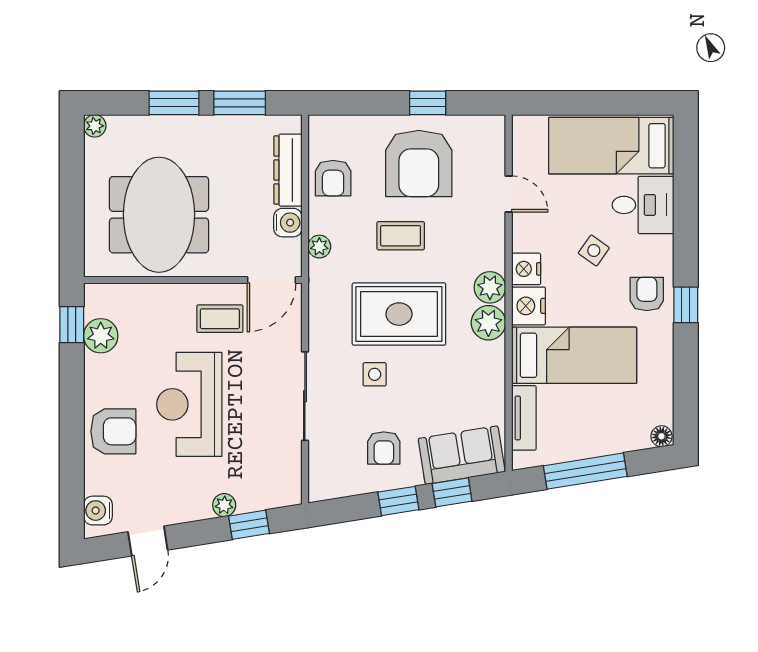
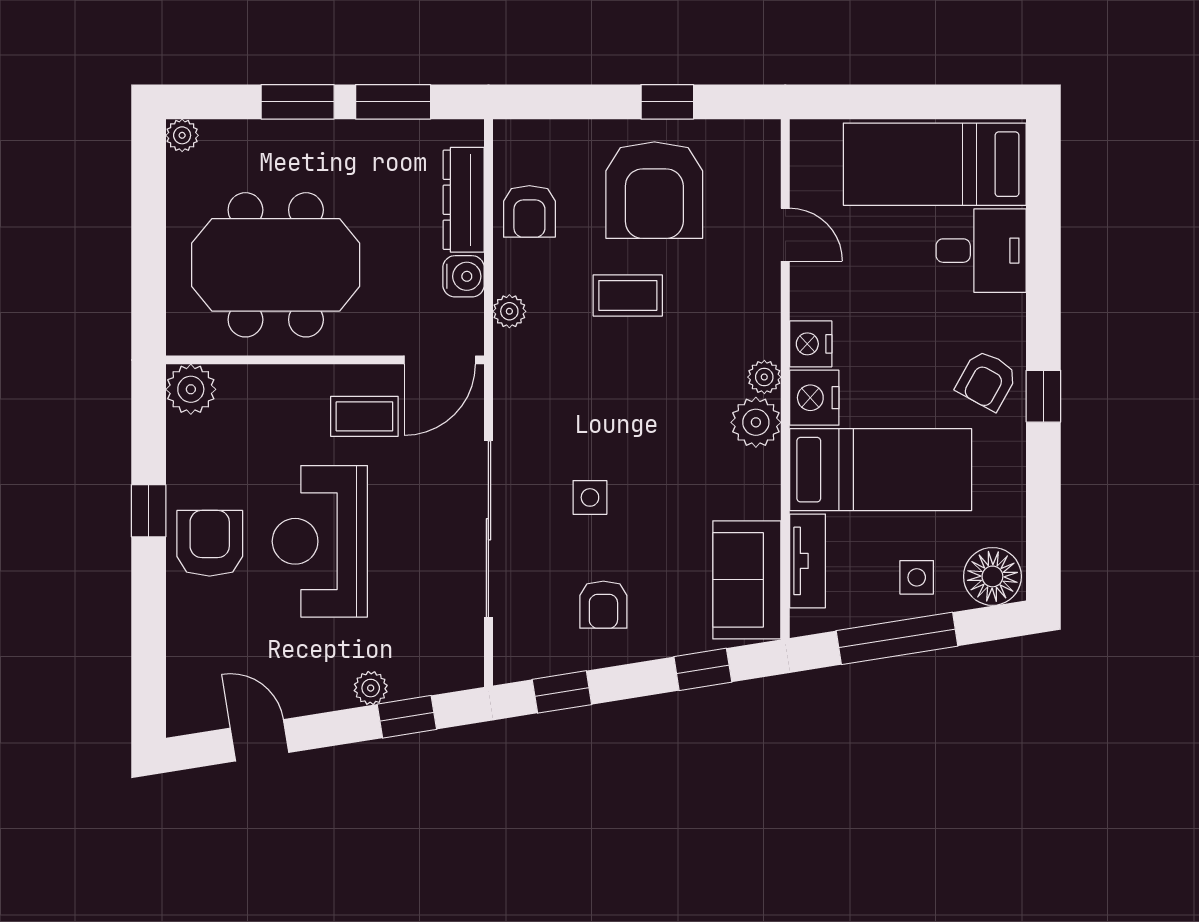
meeting table: (159, 215) -> (276, 265), turned 90
side table: (594, 251) -> (917, 577), moved, turned -35
plant: (490, 287) -> (764, 377), width x0.73, depth x0.73
armchair: (647, 294) -> (987, 380), turned -151
rug: (399, 314) -> (625, 410), removed
window: (72, 325) -> (149, 511), moved
plant: (101, 336) -> (191, 389), moved
sliding door: (305, 396) -> (488, 529), width x1.36
armchair: (113, 431) -> (210, 543), moved, turned -90
floor lamp: (661, 436) -> (992, 576), width x1.89, depth x1.89
sofa: (462, 455) -> (747, 580), moved, turned -81
window: (398, 501) -> (562, 692), moved
water cooler: (98, 511) -> (187, 696), removed
door: (148, 541) -> (259, 740), swing flipped

